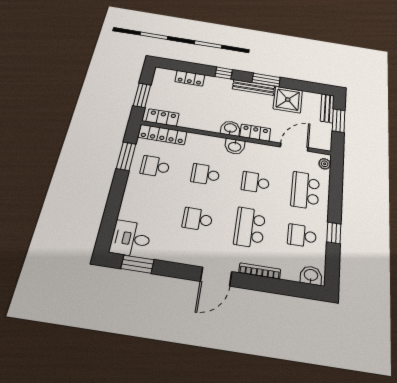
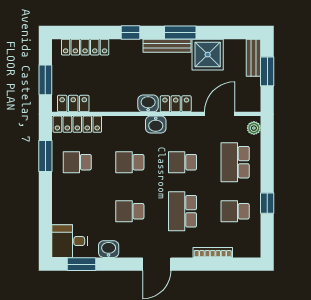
locker: (190, 78) -> (85, 47), width x1.53
bookcase: (260, 271) -> (213, 252), moved
washbasin: (311, 275) -> (109, 249), moved

